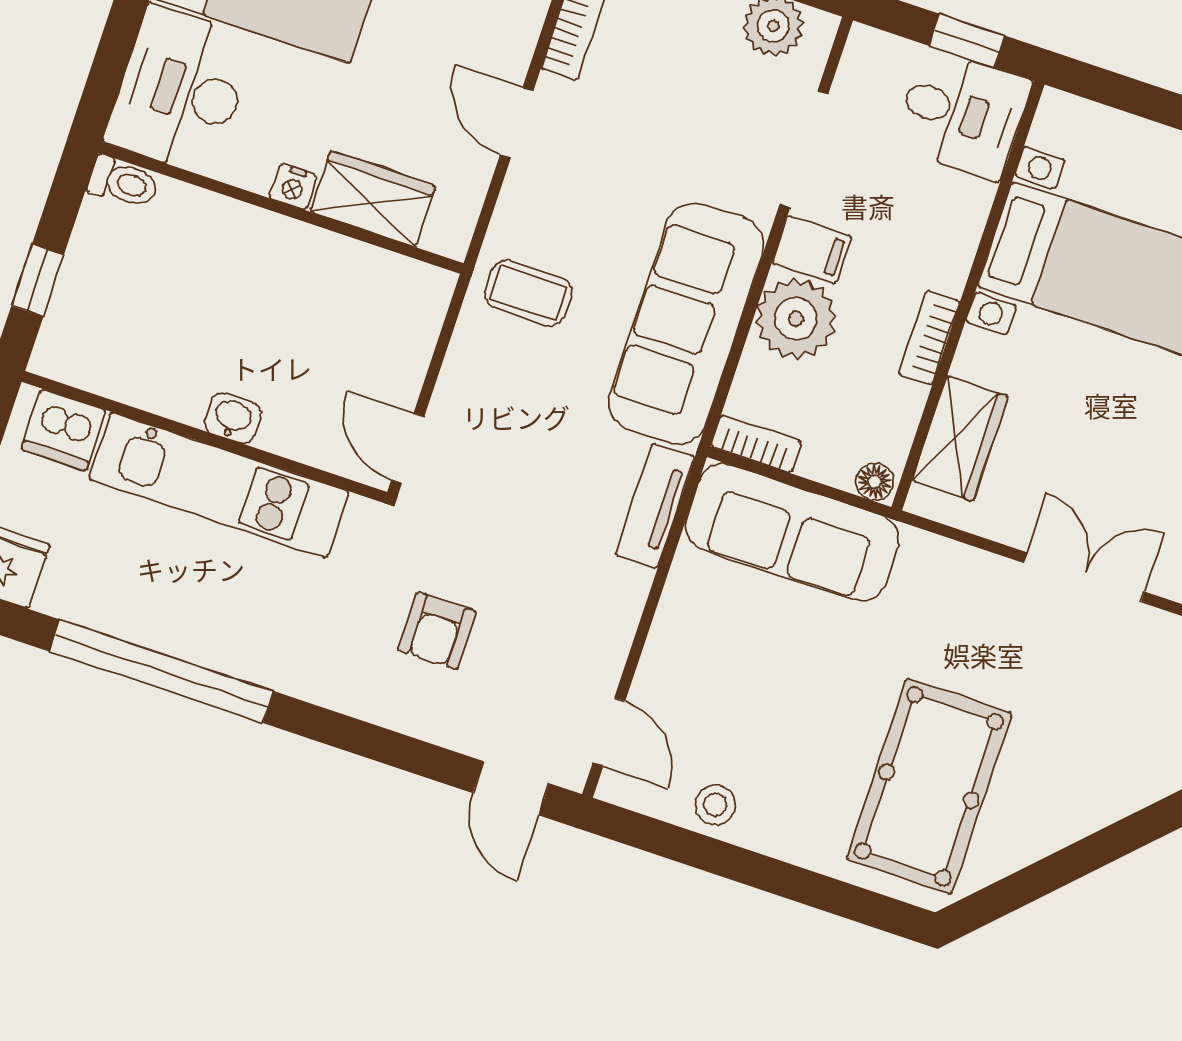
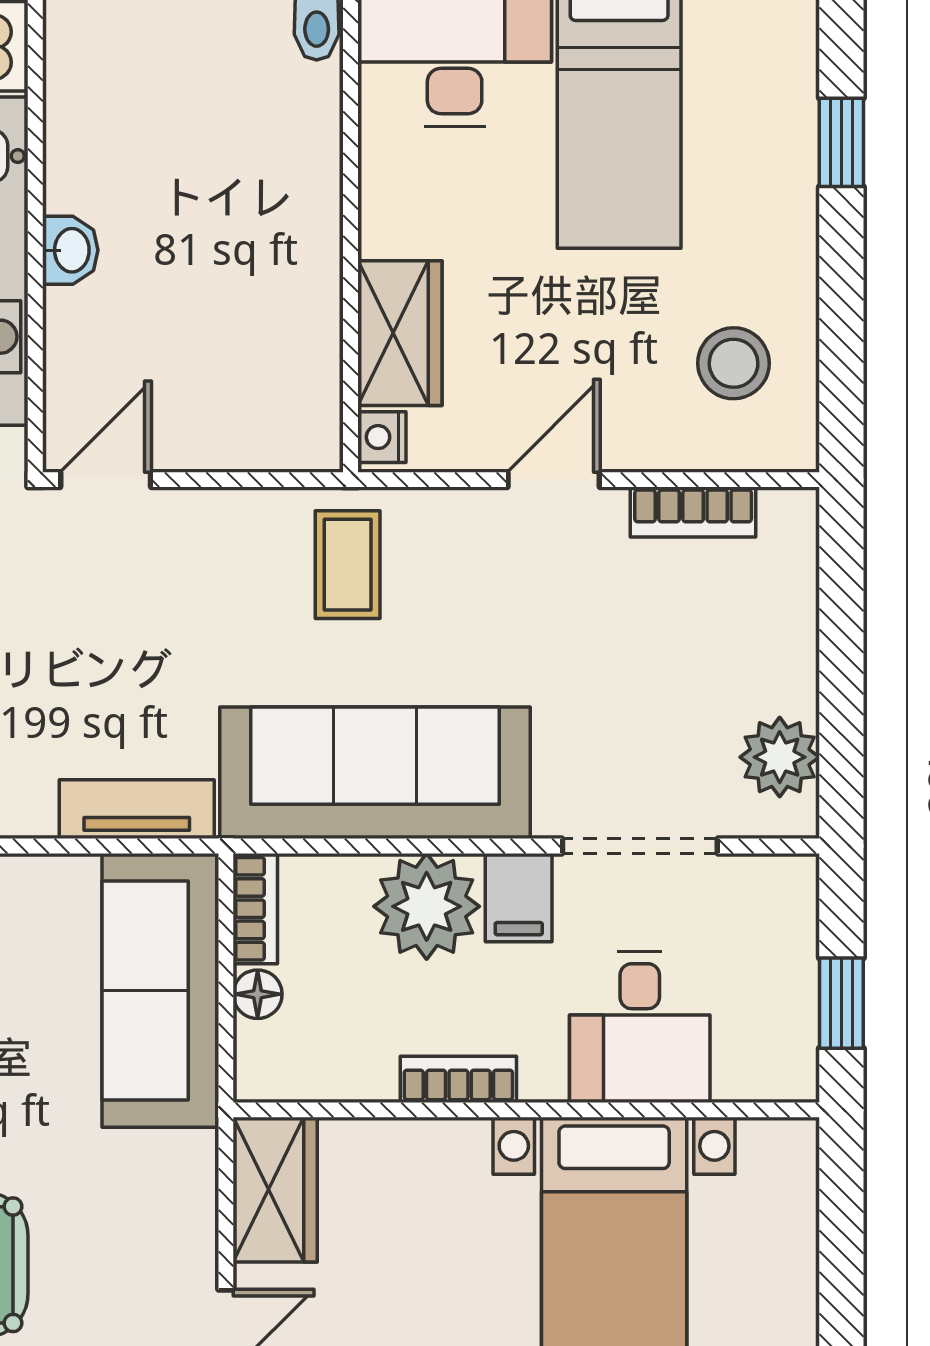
desk: (962, 113) -> (640, 1027), moved
nightstand: (293, 187) -> (382, 437), moved
wardrobe: (960, 439) -> (275, 1190), moved, turned -90
floor lamp: (875, 482) -> (258, 994), moved

